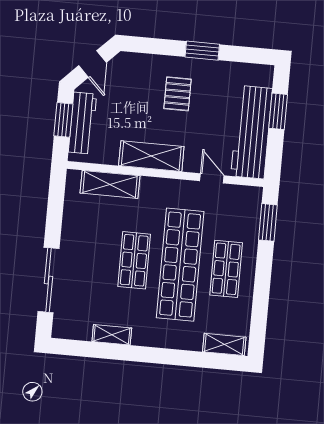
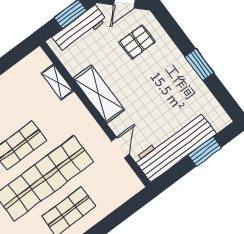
pallet: (178, 94) -> (137, 42), moved
shelving: (110, 184) -> (57, 82), width x0.67, depth x0.75
window: (268, 222) -> (125, 211), removed

